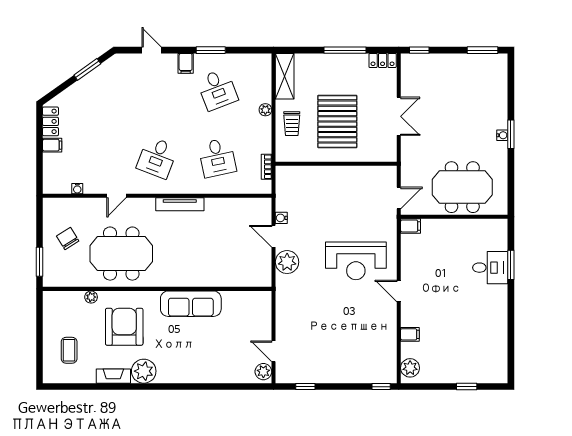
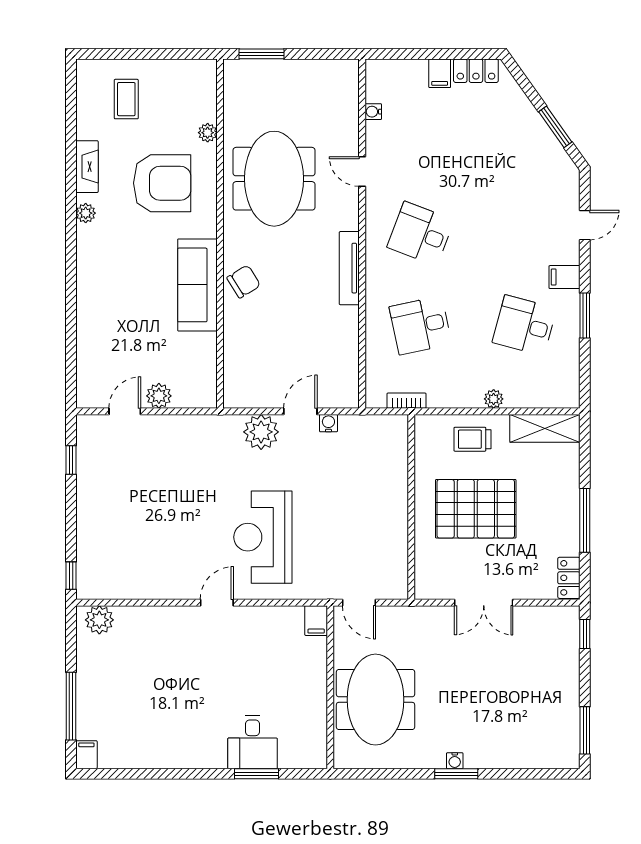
desk: (217, 90) -> (524, 325), turned 36
chair: (68, 238) -> (244, 282), moved
filing cabinet: (410, 334) -> (86, 755), moved, turned 180
coffee table: (69, 350) -> (126, 99), turned 90
plant: (144, 371) -> (86, 213), width x0.53, depth x0.53
plant: (263, 372) -> (159, 396), moved
window: (467, 387) -> (71, 706), width x2.17

